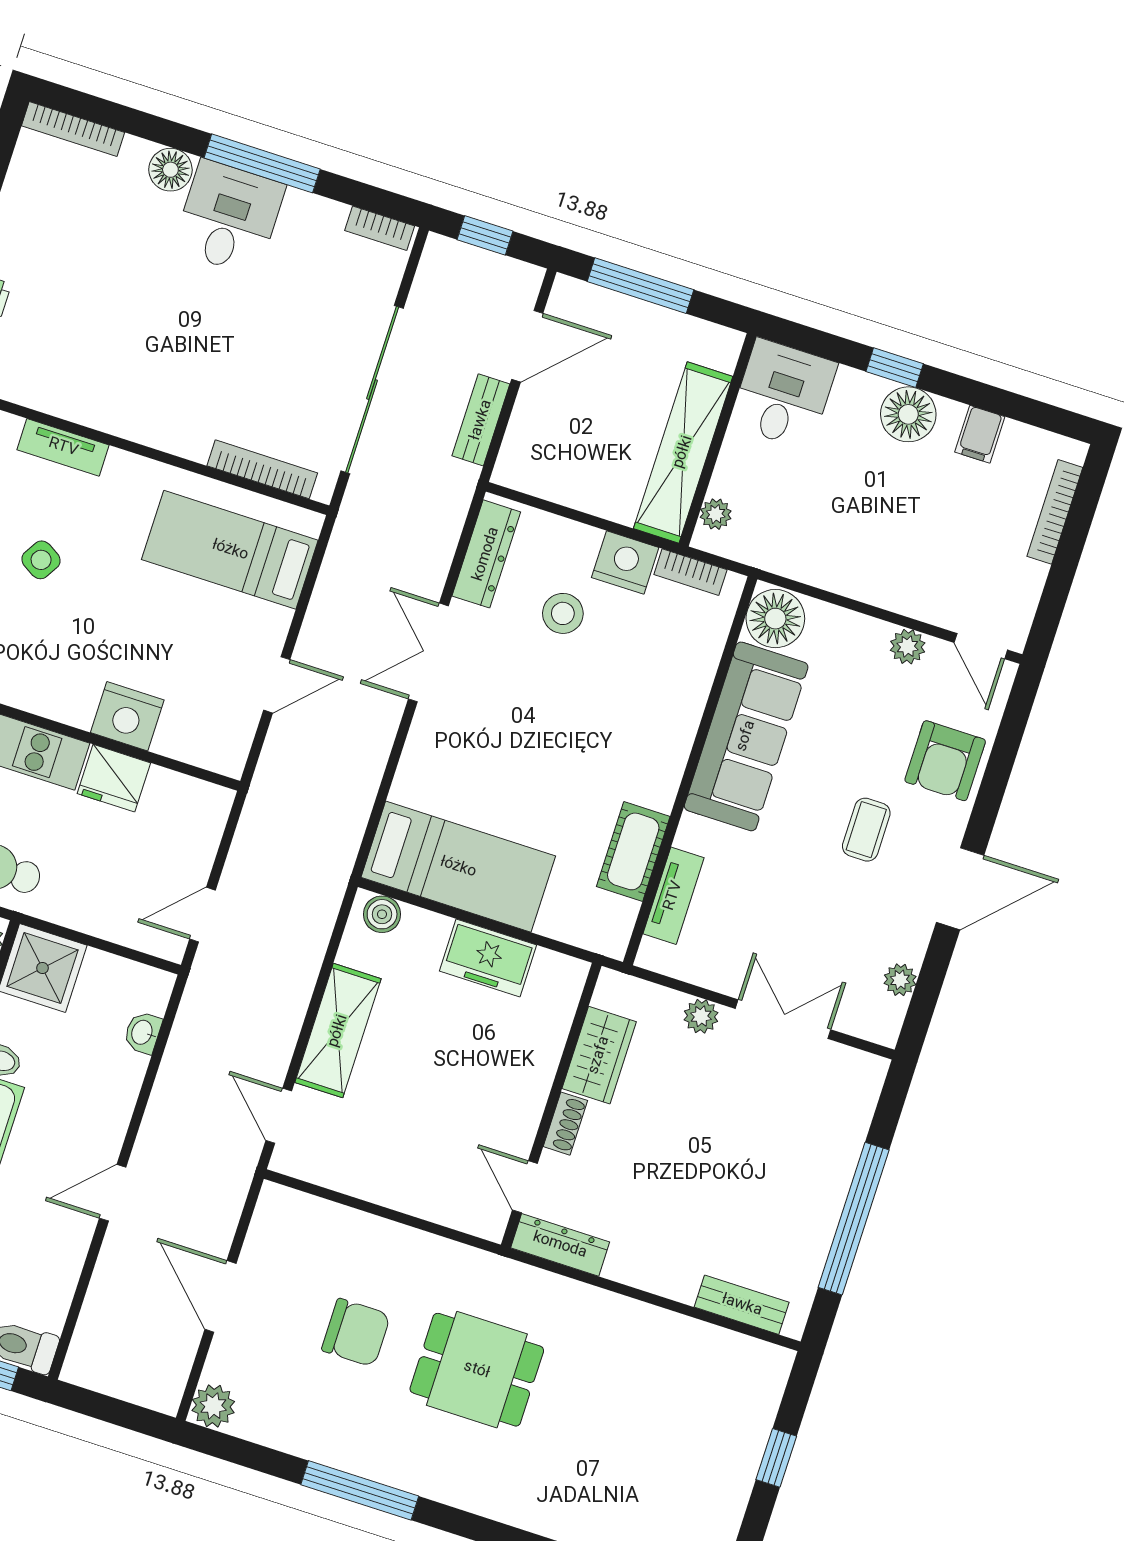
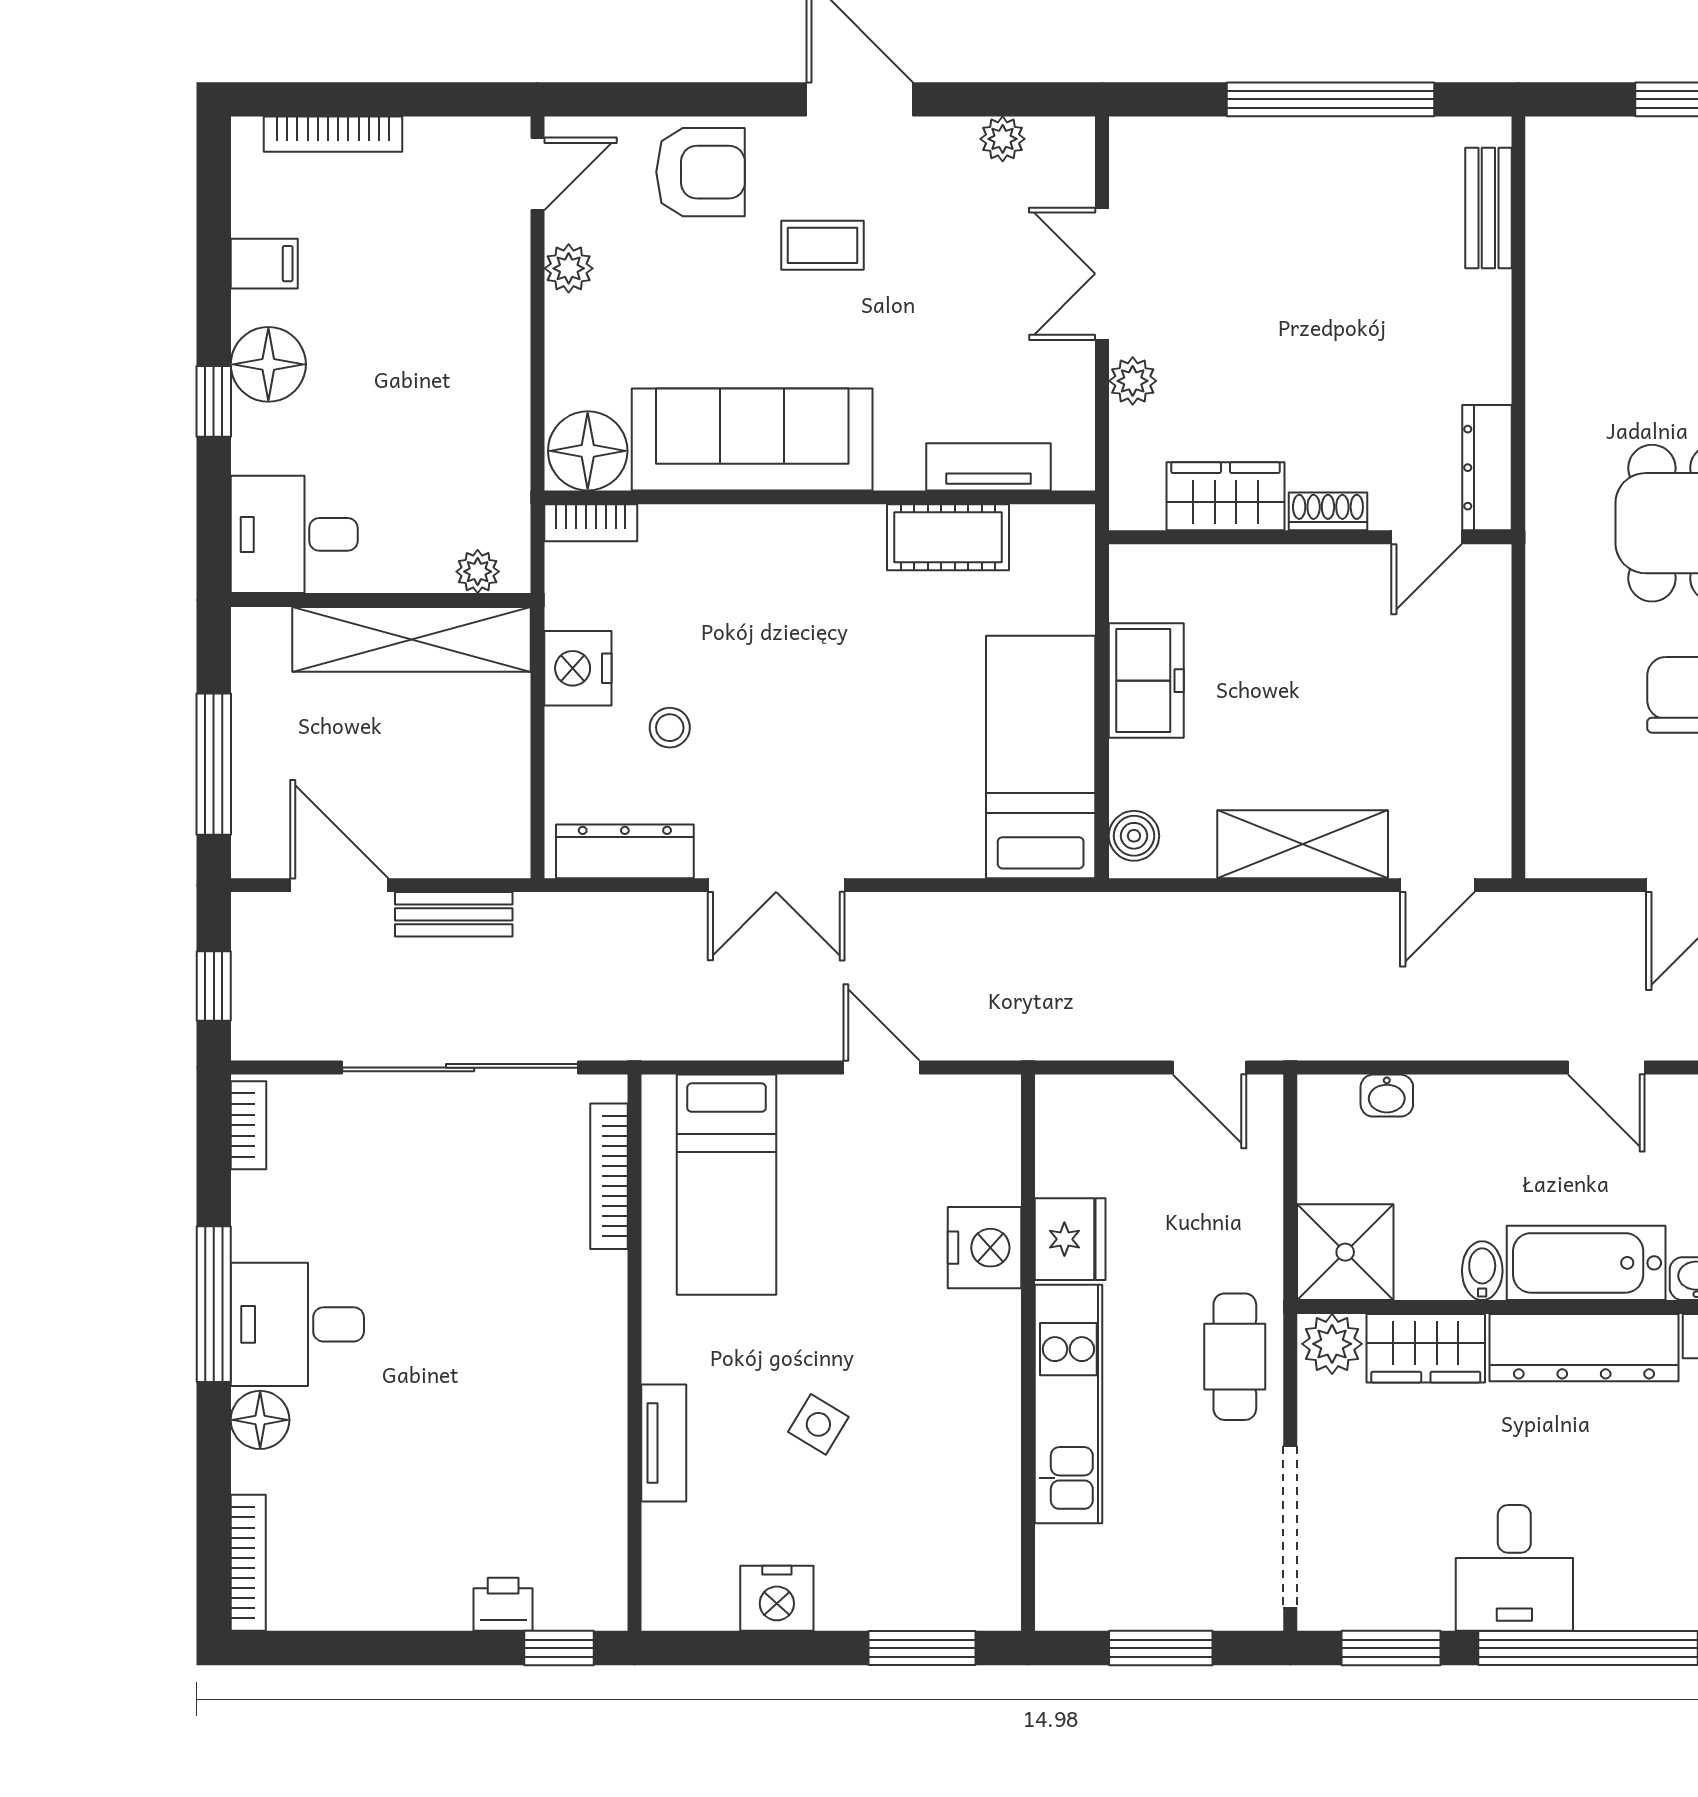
bookcase: (690, 572) -> (591, 523), moved, turned 90
stool: (563, 613) -> (670, 728), width x0.73, depth x0.73

